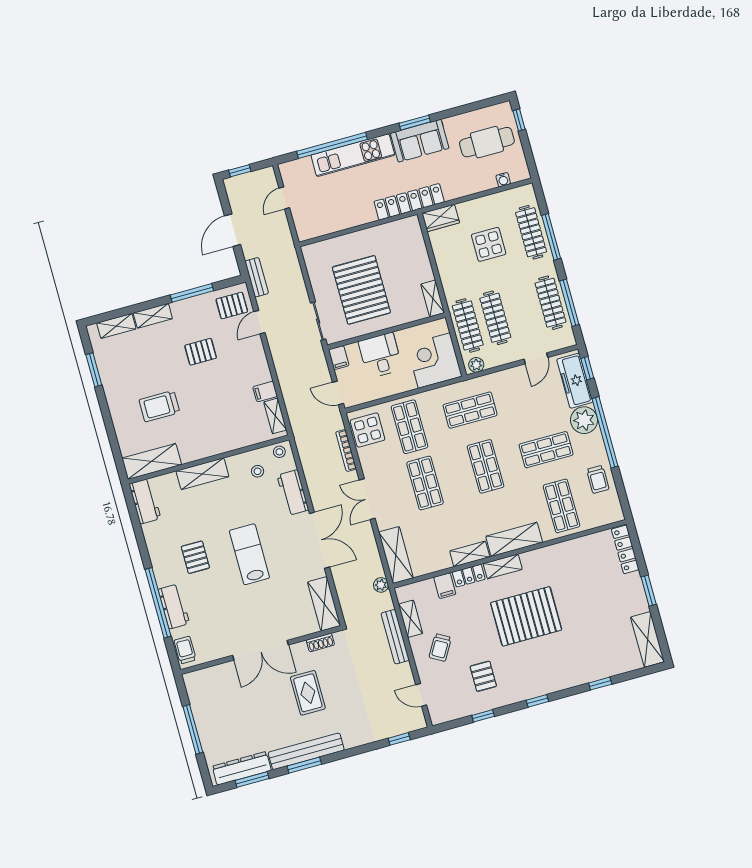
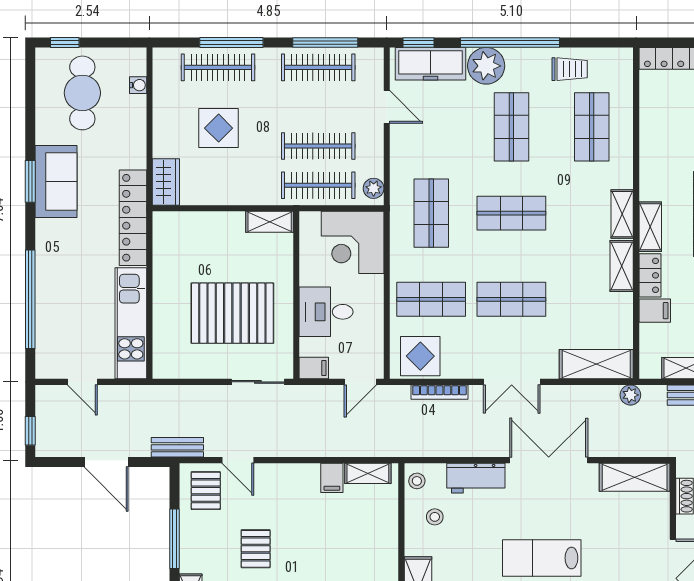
kitchen unit: (353, 155) -> (131, 323), moved, turned 180
shop shelf: (562, 506) -> (592, 127), turned 90
shelving: (514, 539) -> (622, 214), width x0.67, depth x0.75

